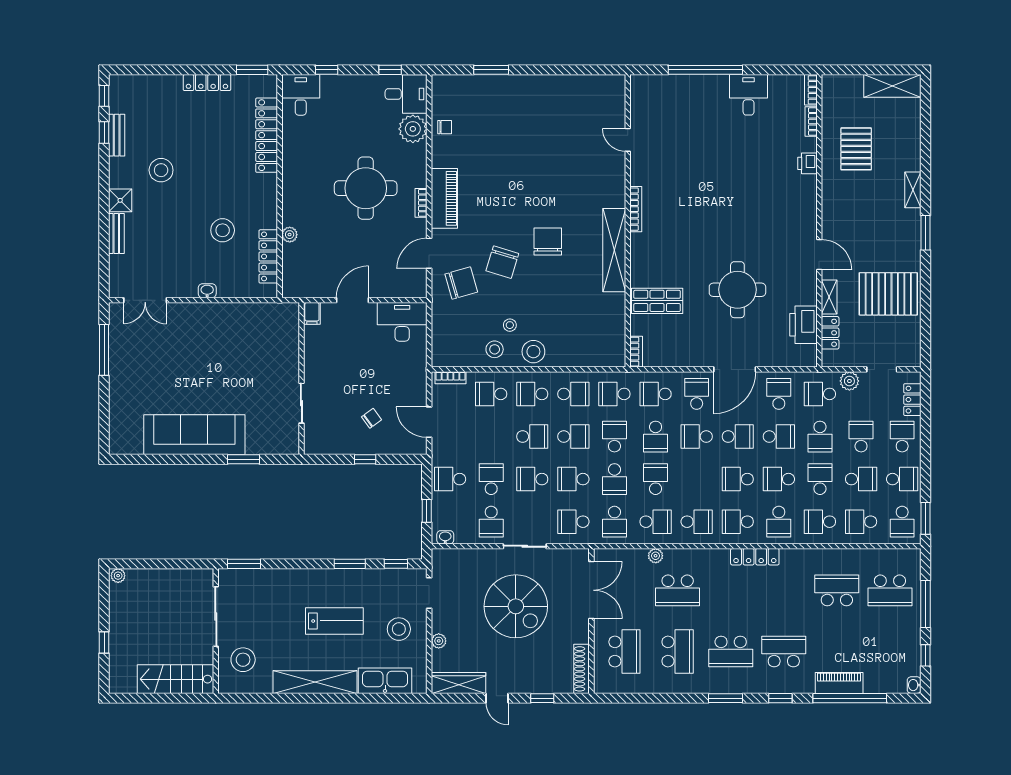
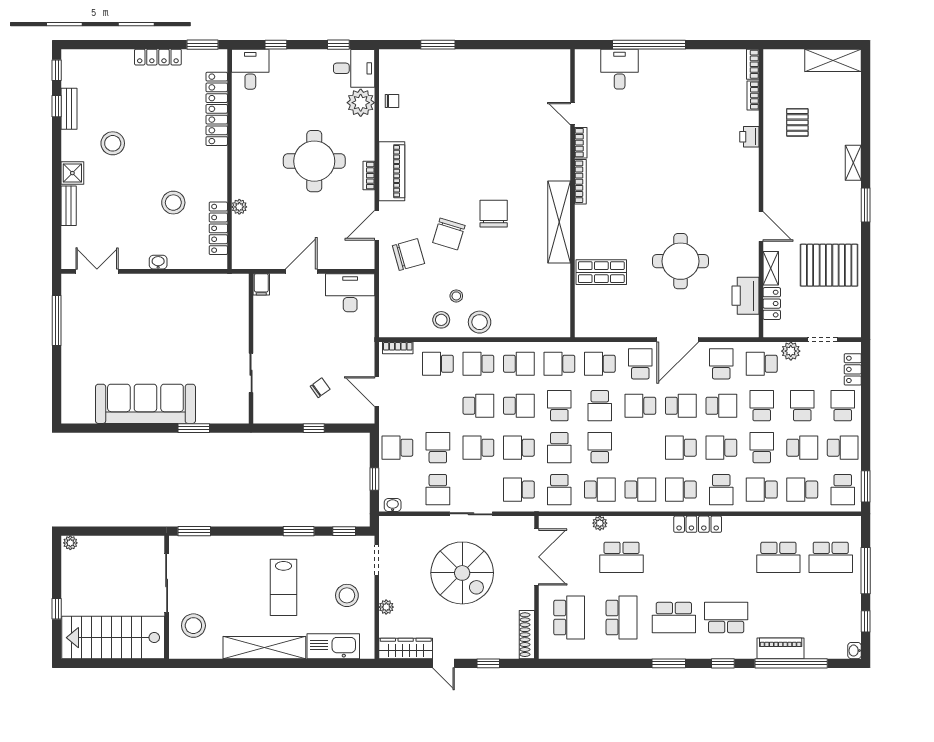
desk: (749, 95) -> (620, 69), moved
pallet: (856, 149) -> (797, 122), width x0.67, depth x0.71
double door: (145, 300) -> (97, 271), swing flipped
bookcase: (636, 352) -> (581, 143), moved
school desk: (820, 437) -> (762, 406), turned 180
school desk: (837, 590) -> (778, 557), turned 180
lab bench: (334, 621) -> (283, 587), turned 90
stairs: (175, 679) -> (113, 638), width x1.36, depth x1.51

